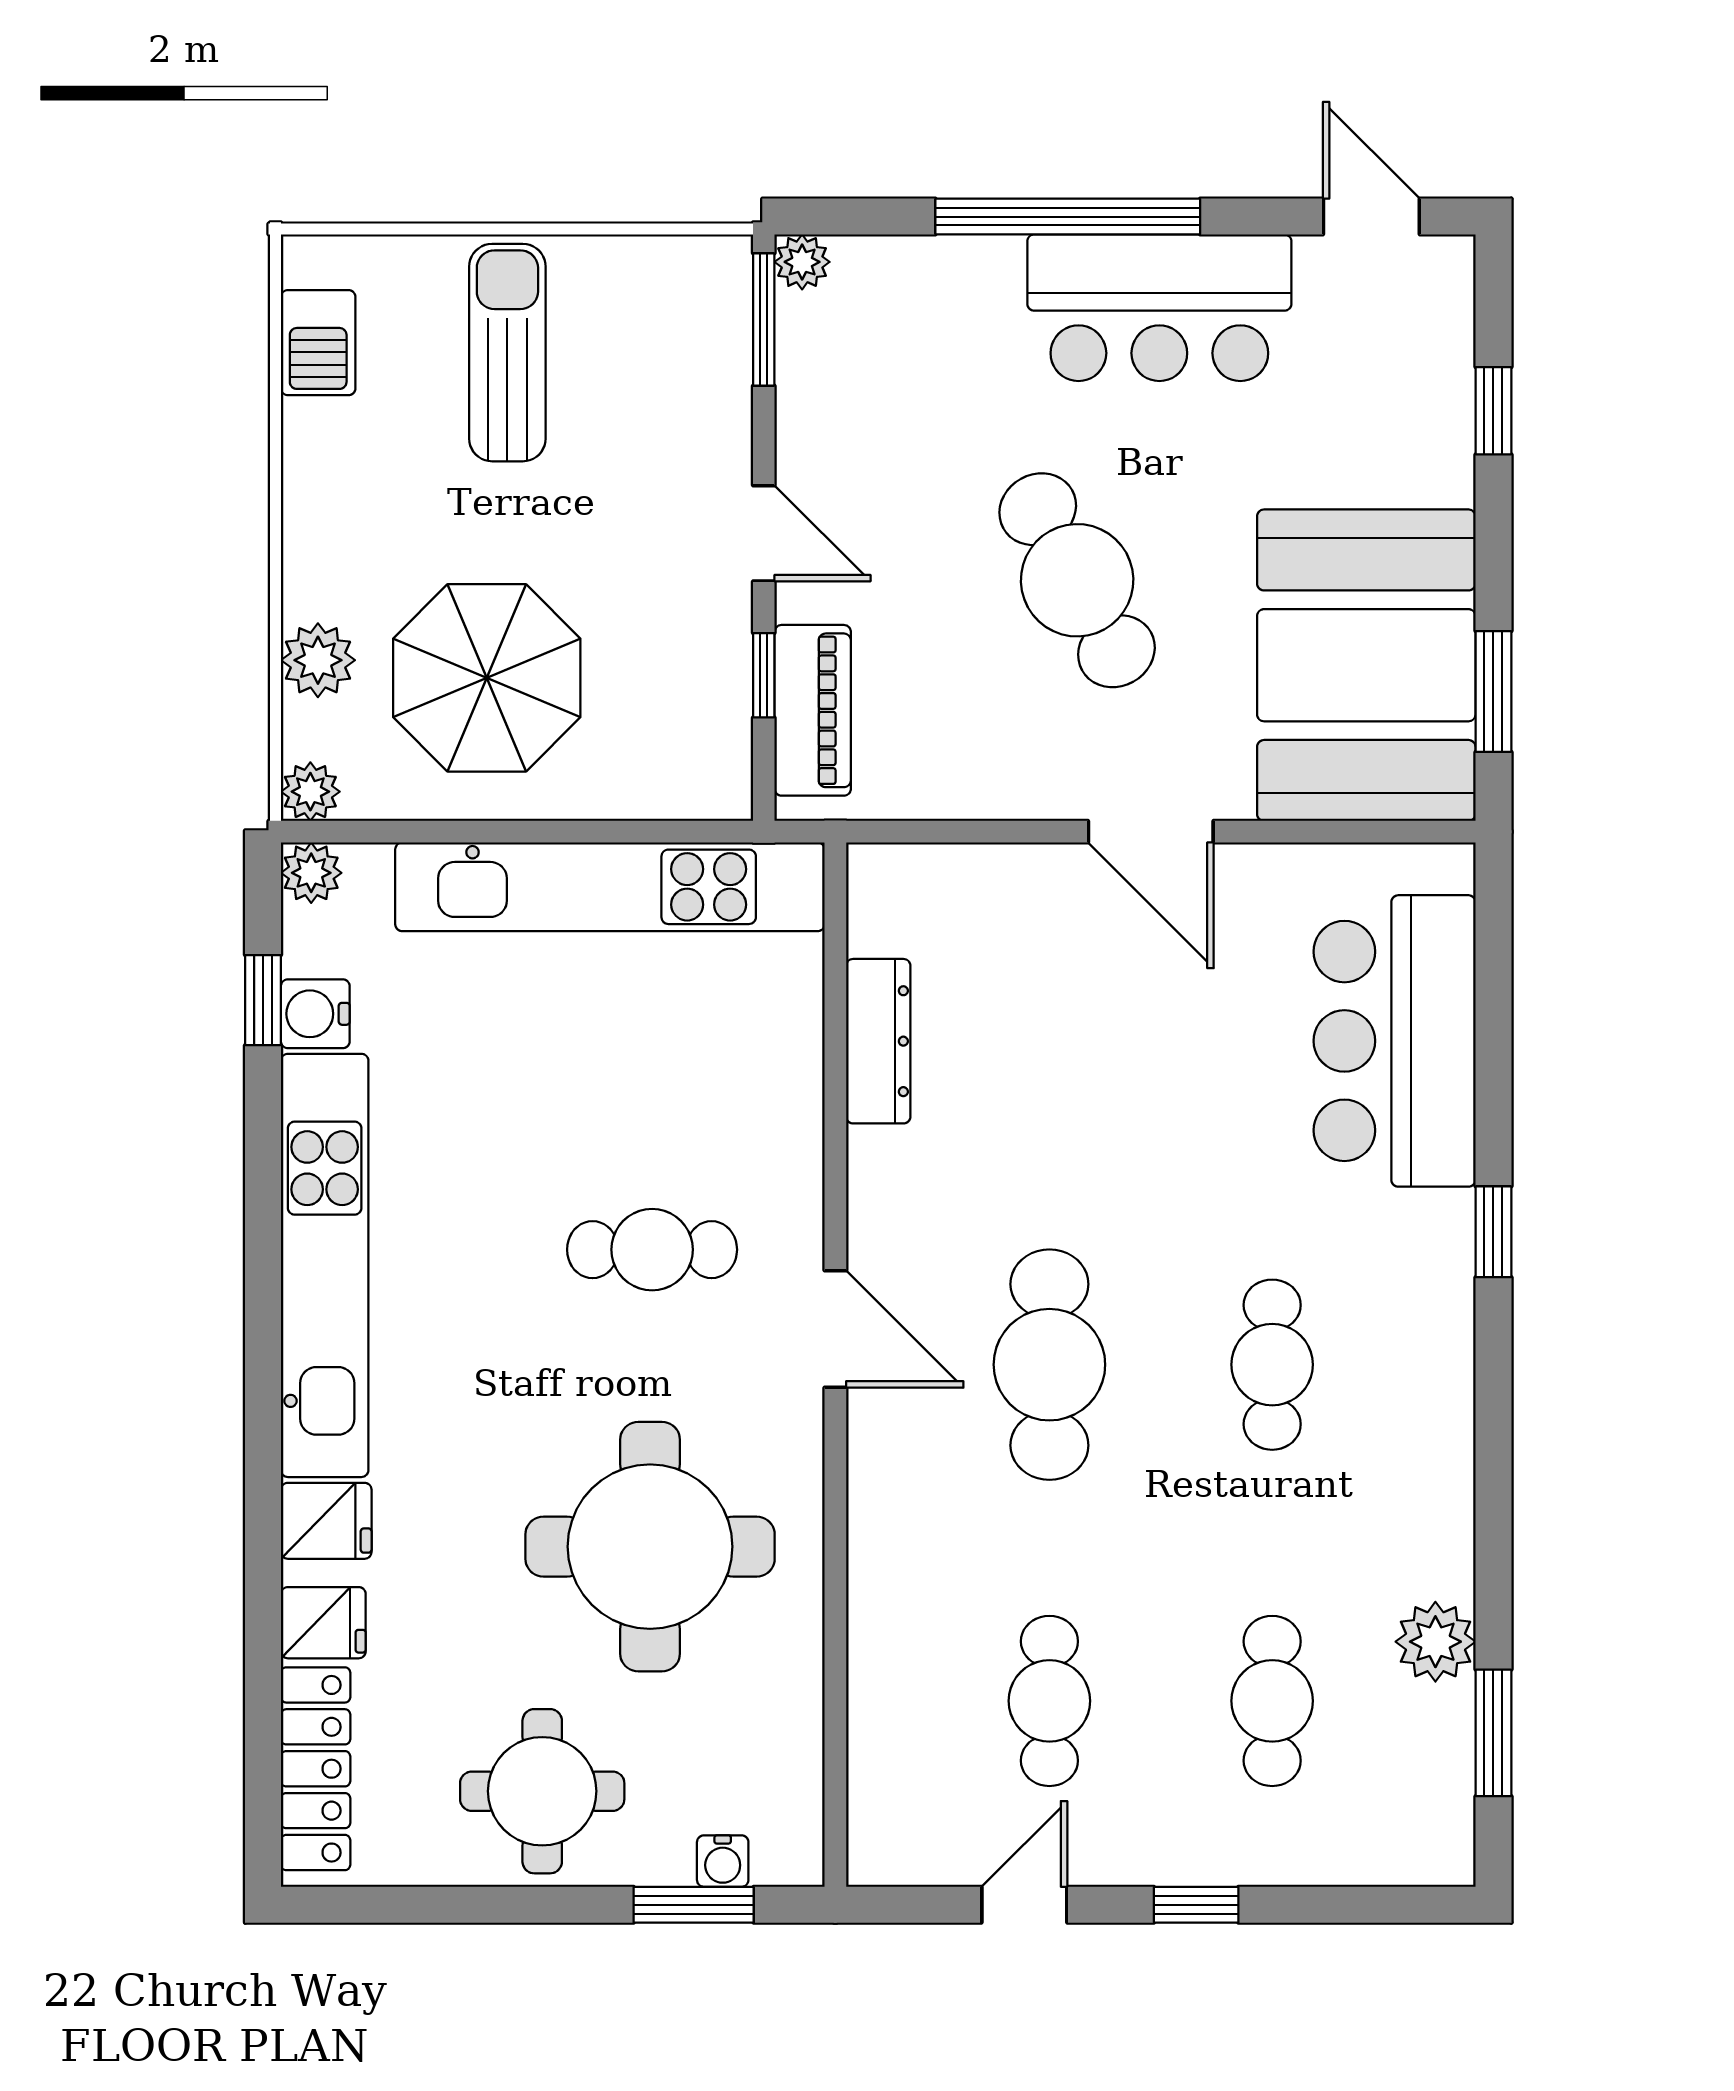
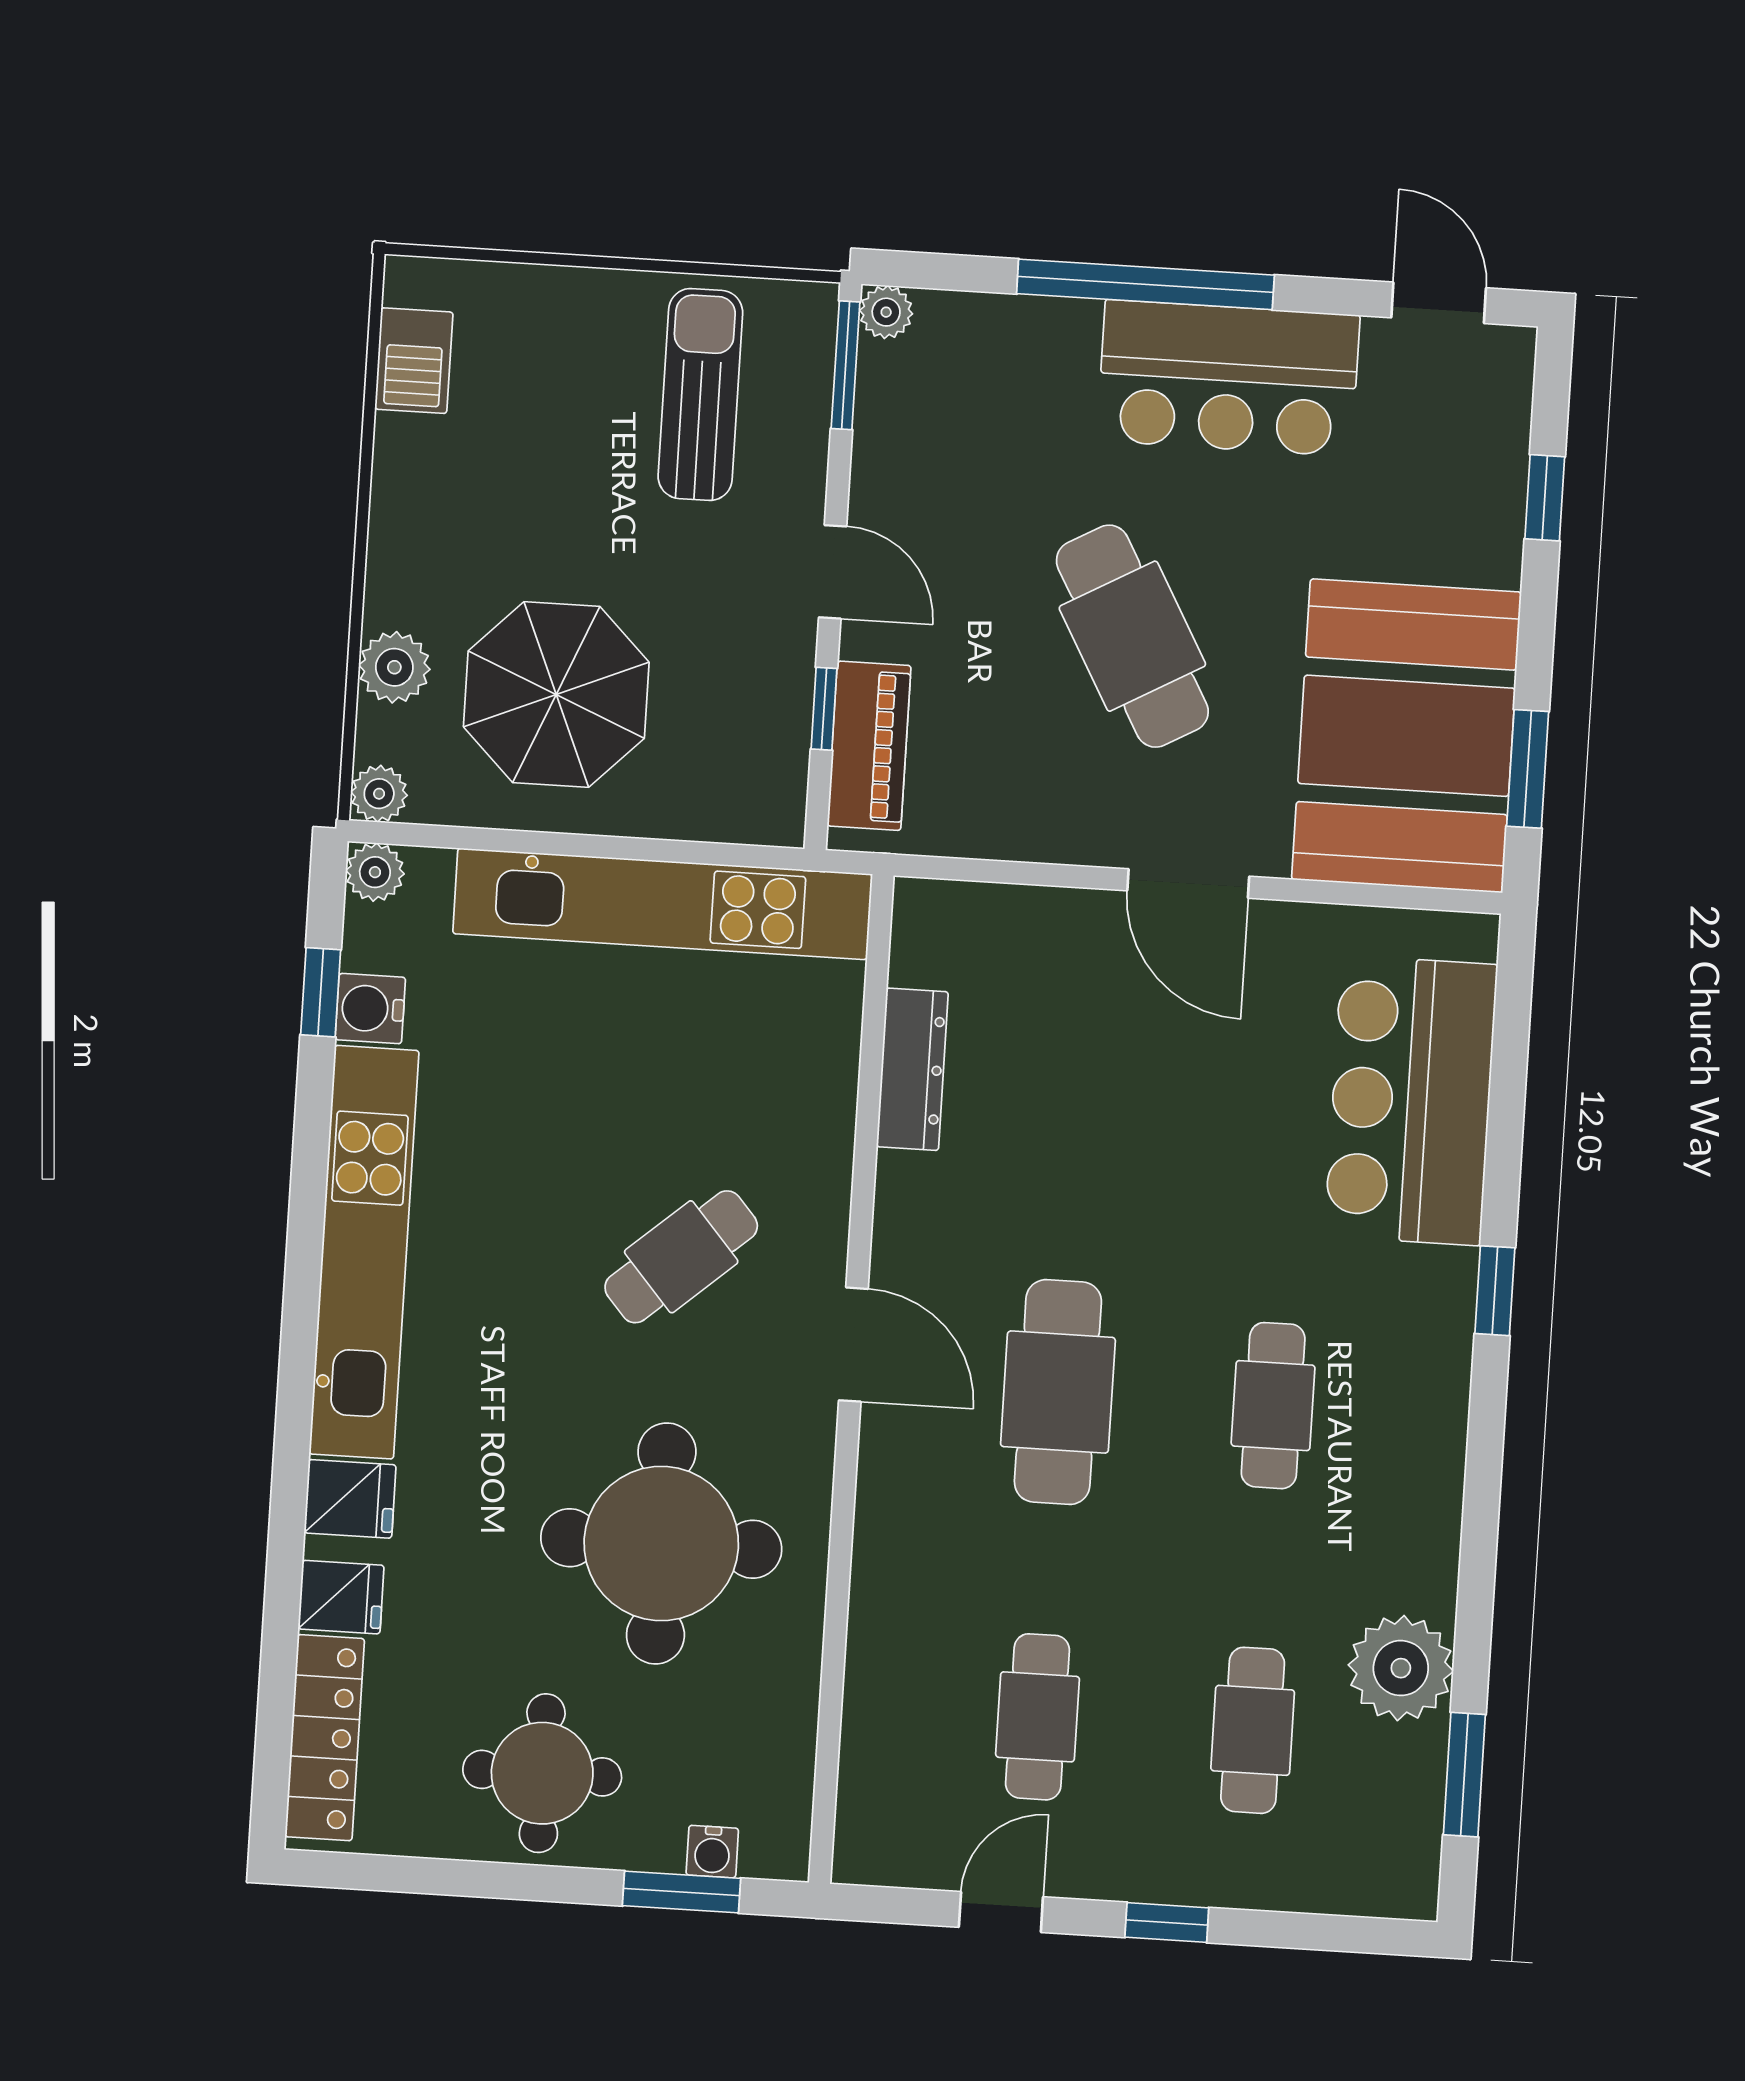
sun lounger: (507, 353) -> (700, 394), moved
cafe table: (652, 1250) -> (681, 1257), turned -41
plant: (1435, 1642) -> (1401, 1668), width x1.36, depth x1.36

